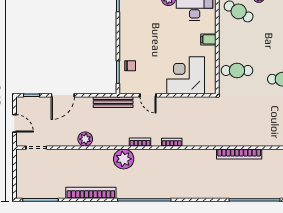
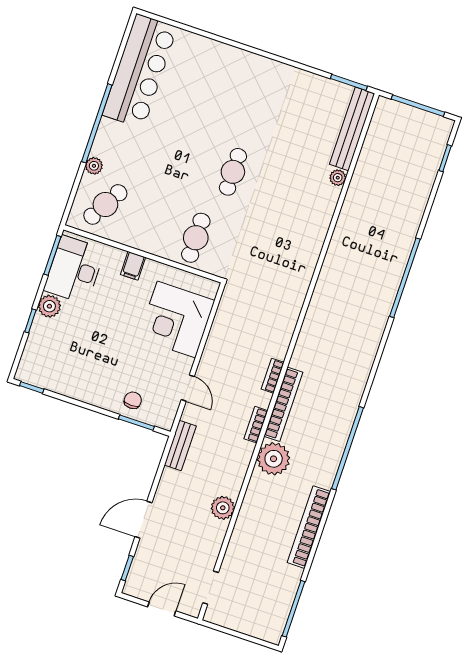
door: (63, 95) -> (143, 520), swing flipped
door: (148, 95) -> (188, 388), hinge flipped
bench: (113, 102) -> (180, 446), width x0.73
bookcase: (239, 154) -> (283, 404), moved

